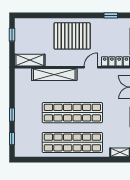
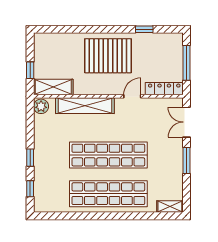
window: (111, 15) -> (144, 29), moved
window: (12, 35) -> (30, 70), moved
plant: (20, 75) -> (41, 106), added

